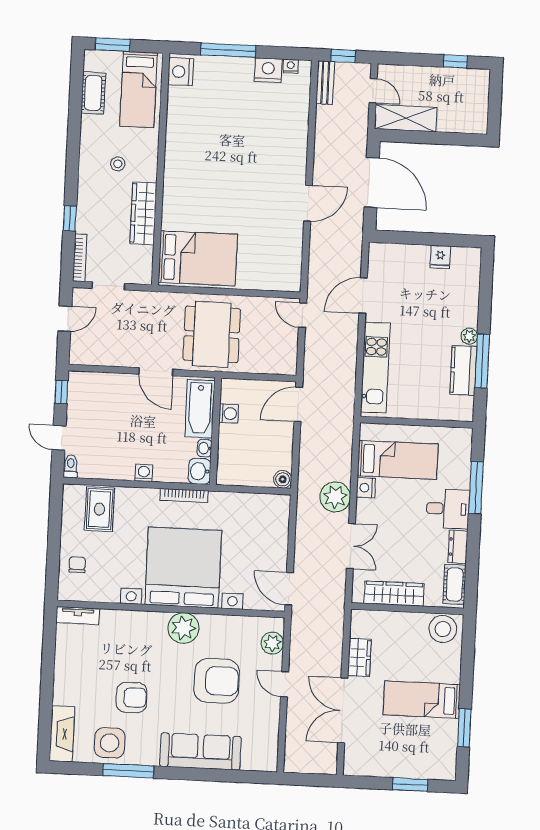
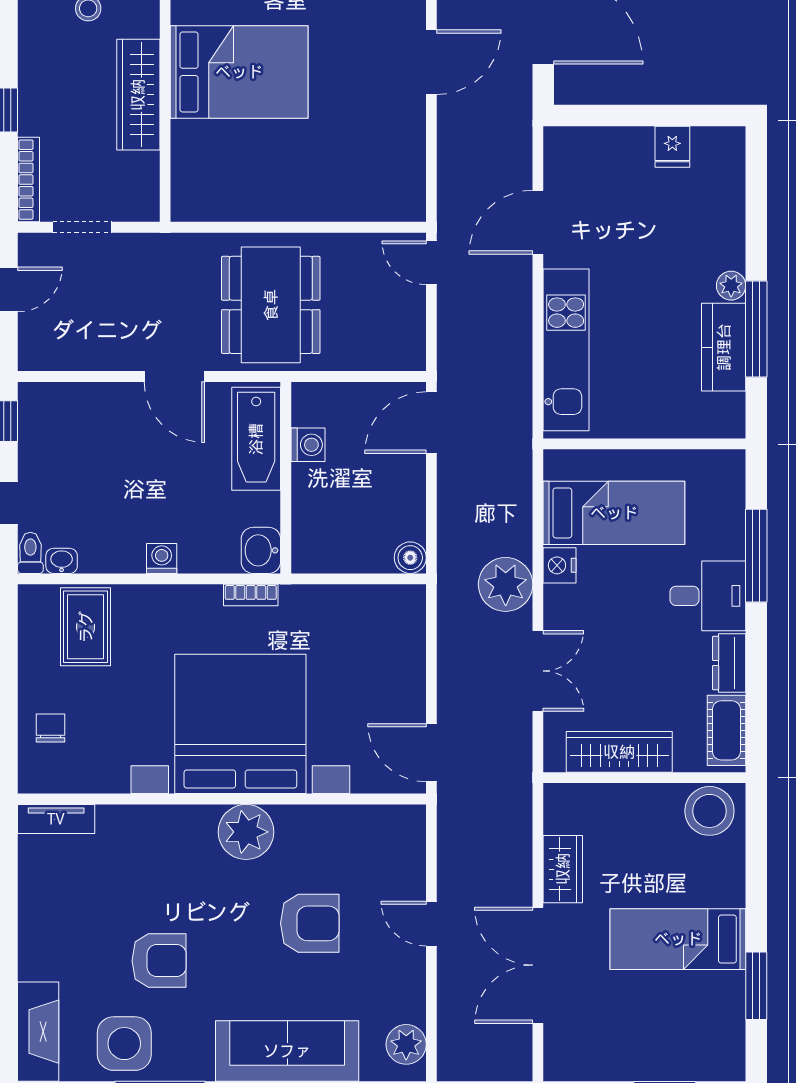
bed: (198, 258) -> (239, 72), moved
washbasin: (204, 448) -> (62, 561), moved, turned 90
bookcase: (184, 495) -> (251, 595), width x0.64
plant: (272, 643) -> (406, 1044), moved
armchair: (217, 681) -> (310, 923), width x0.73, depth x0.73

